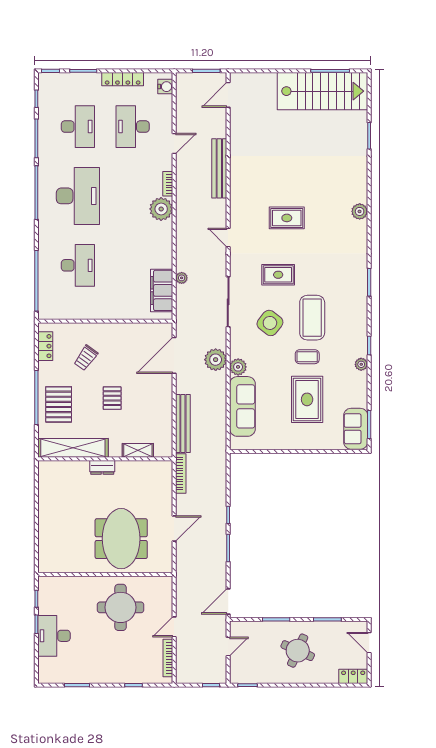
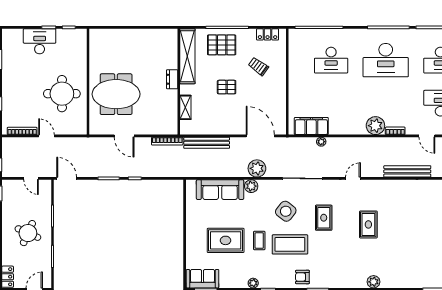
armchair: (354, 302) -> (302, 277), added

